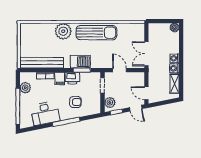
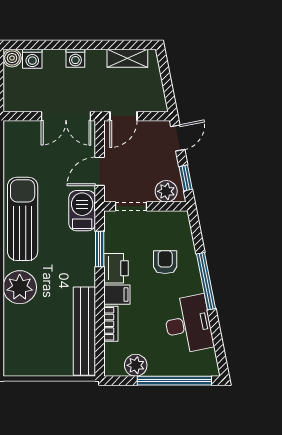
barbecue: (80, 62) -> (82, 211), moved
washing machine: (174, 68) -> (32, 59), moved
door: (146, 93) -> (123, 116), moved

